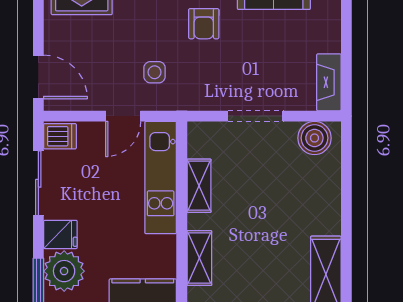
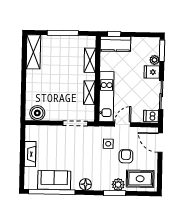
armchair: (204, 24) -> (126, 156), moved
fireplace: (329, 82) -> (30, 154), moved
doorway: (255, 116) -> (75, 123), moved
plant: (64, 271) -> (155, 60), width x0.53, depth x0.53

